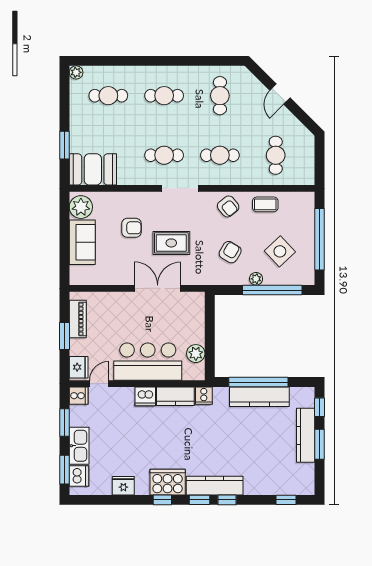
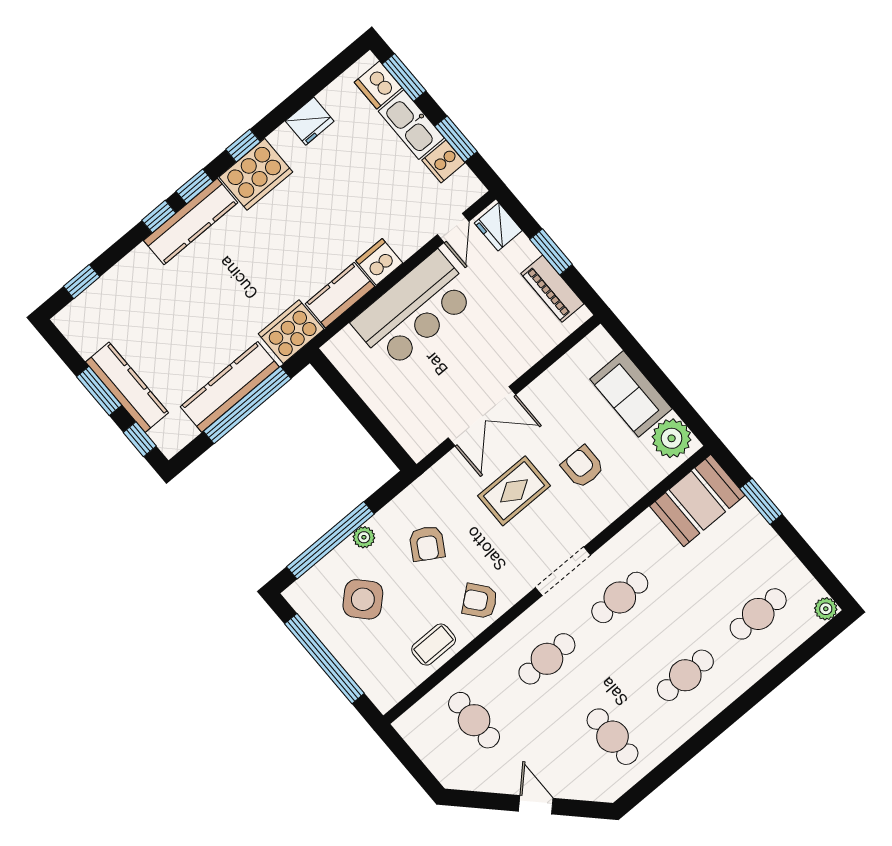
armchair: (131, 228) -> (583, 467), turned 90
plant: (196, 354) -> (360, 373), removed
cooker: (79, 396) -> (443, 162), moved
cooker: (204, 396) -> (291, 332), width x1.87, depth x1.31

